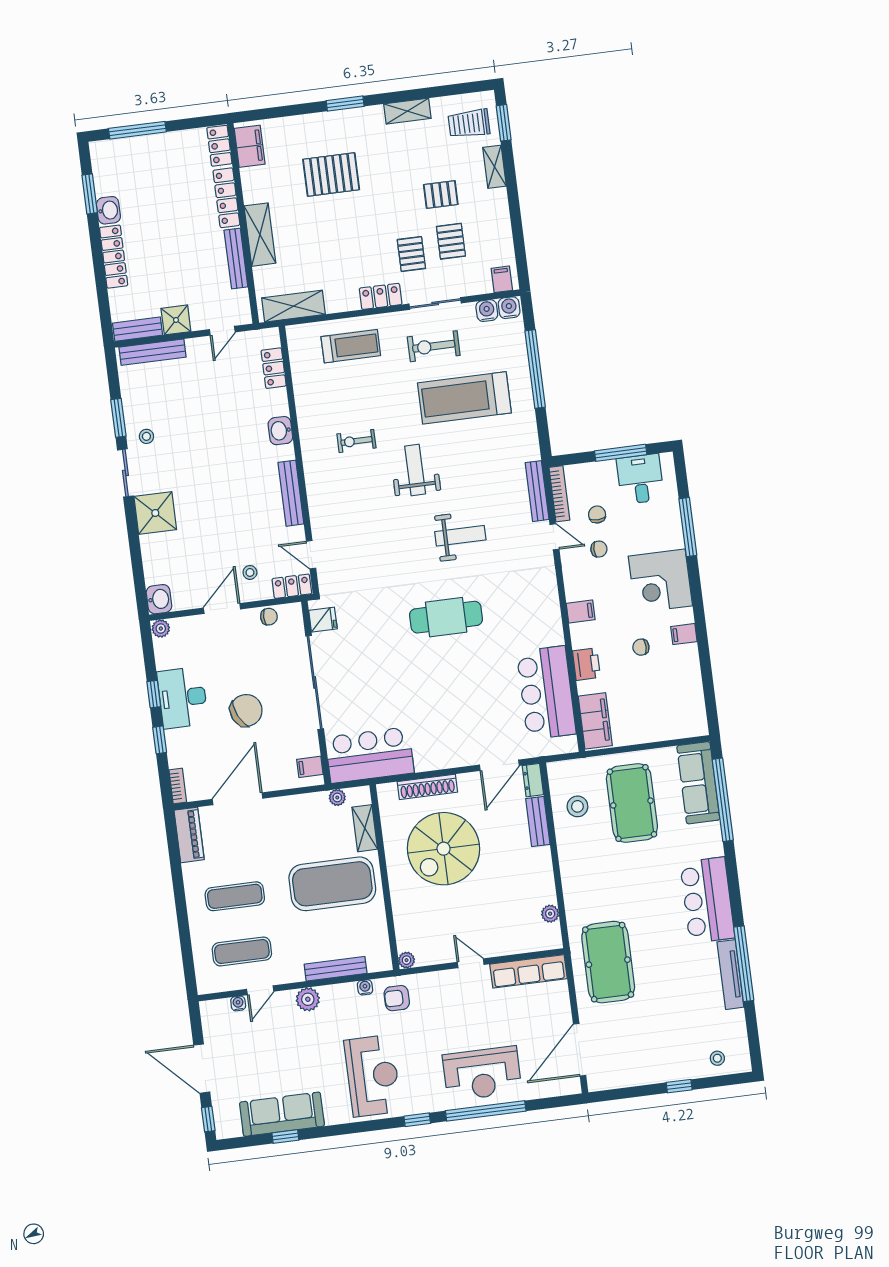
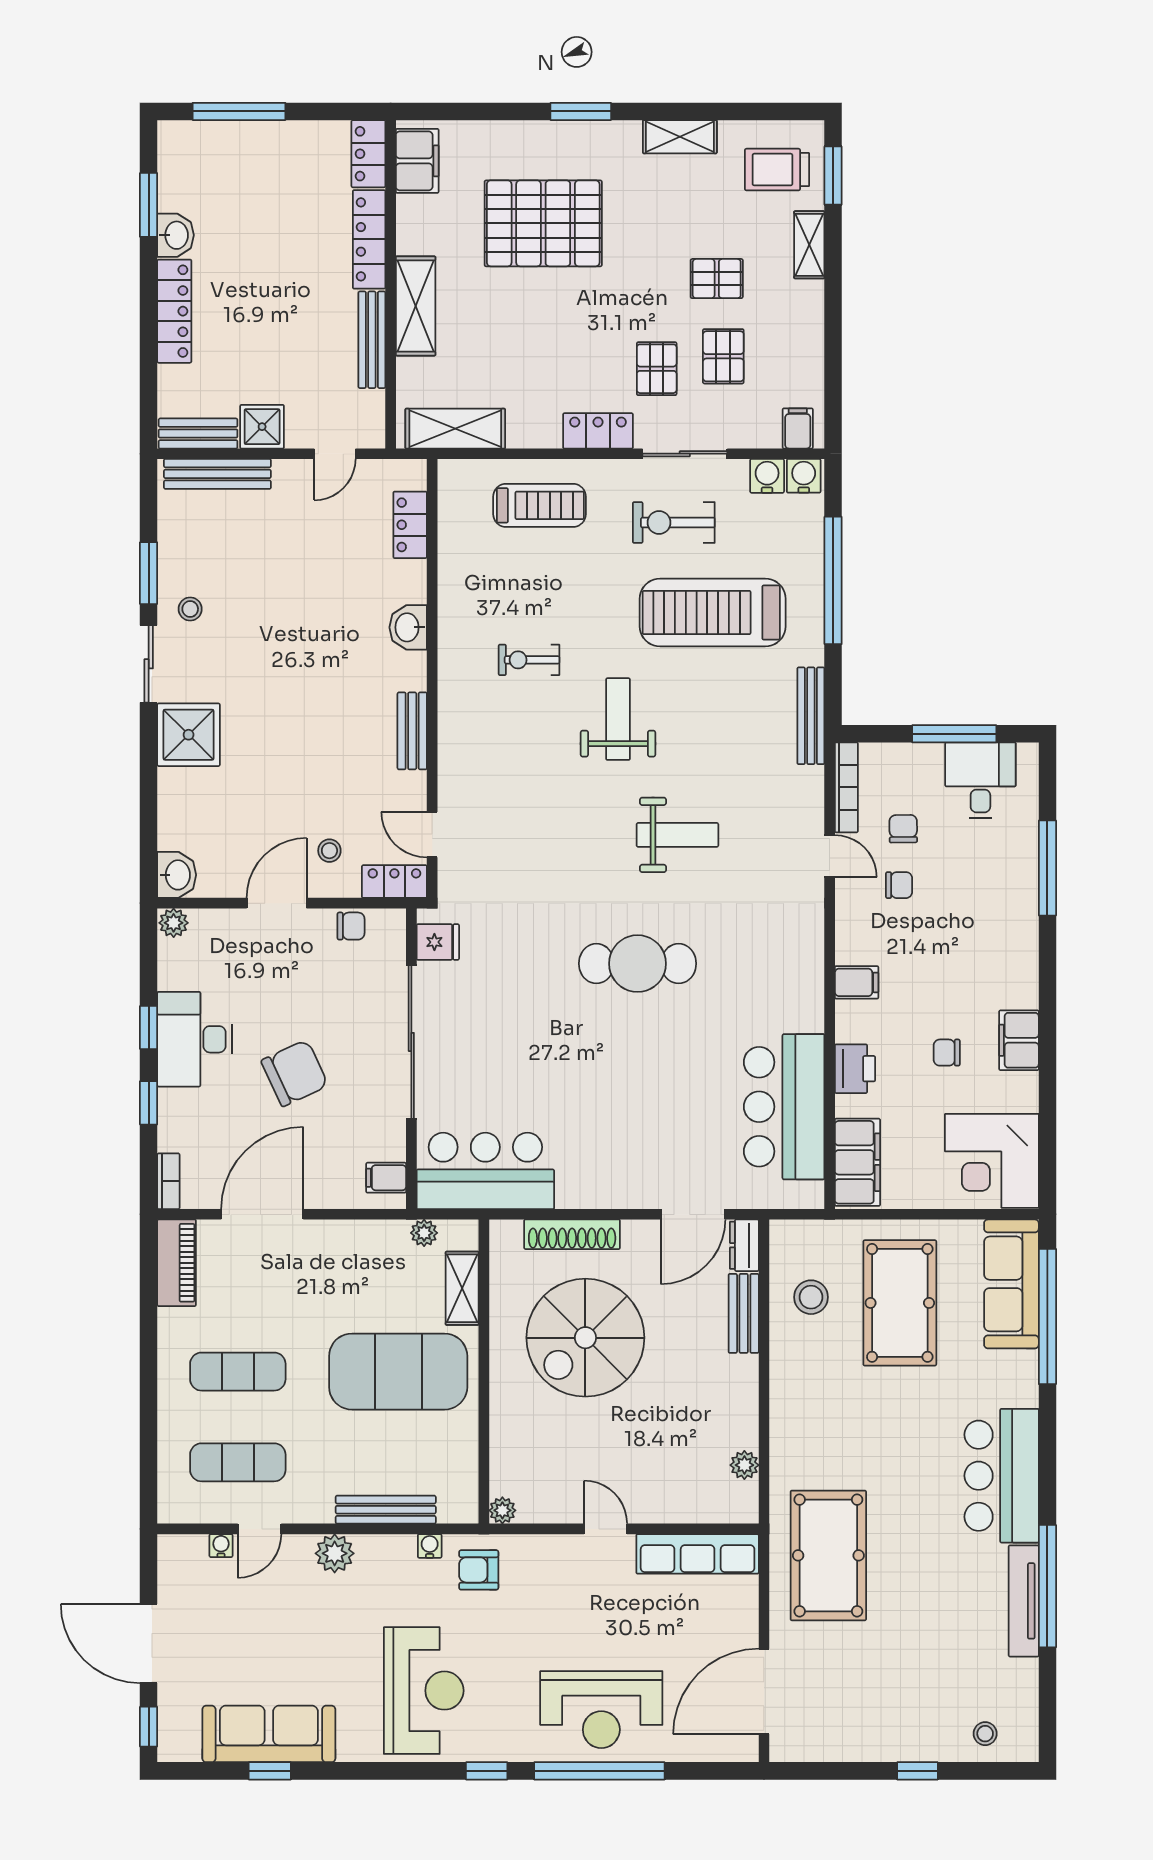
pallet: (331, 174) -> (543, 223), width x1.37, depth x1.41
bench: (537, 491) -> (811, 716), moved
bench: (291, 493) -> (412, 731), width x0.73
corner desk: (660, 581) -> (992, 1161), moved
filing cabinet: (684, 634) -> (1019, 1040), width x2.00

